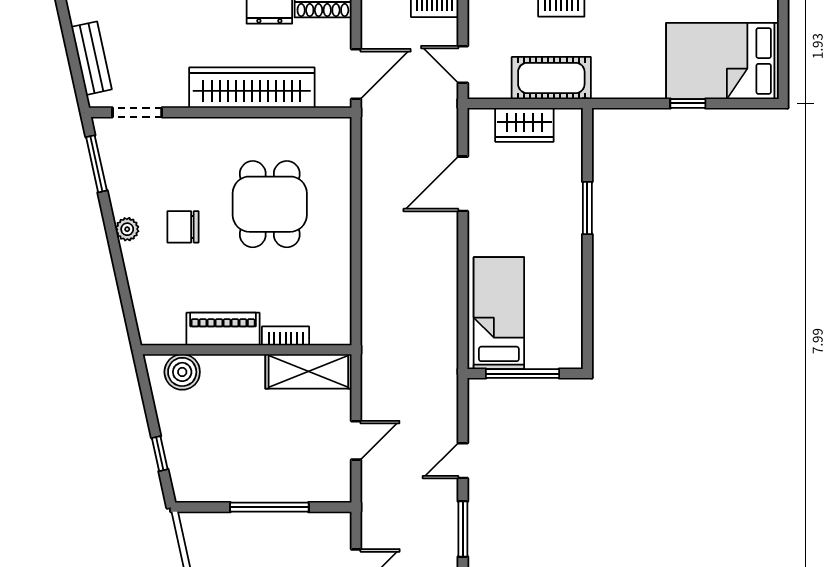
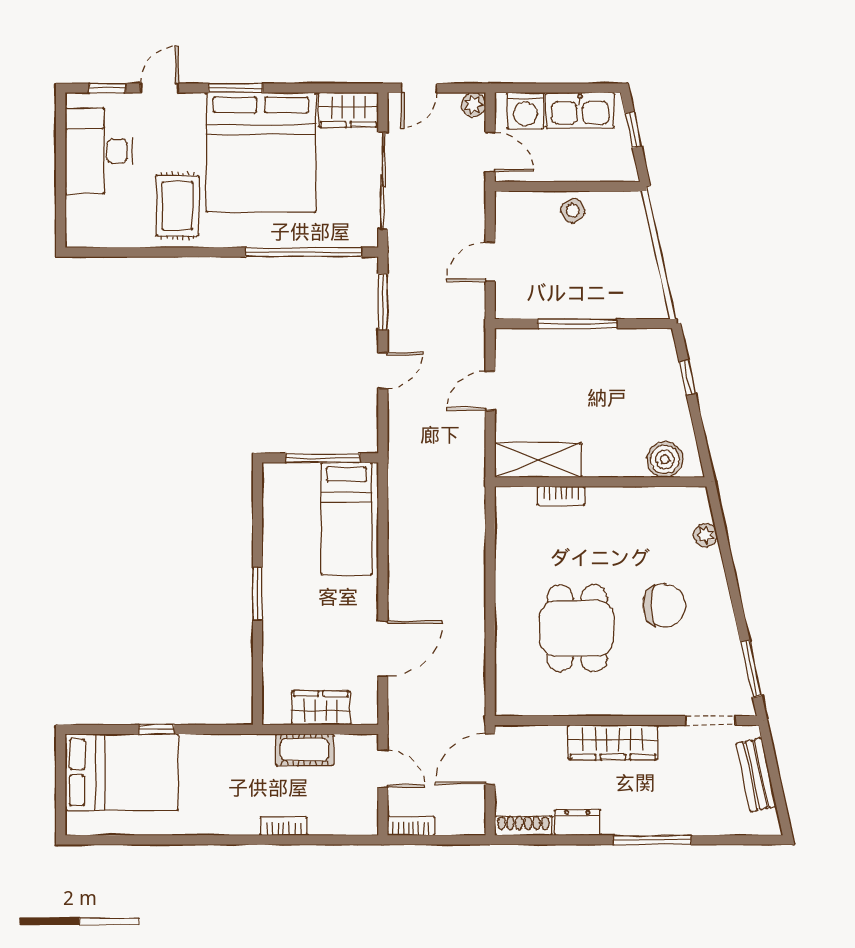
cot: (551, 78) -> (305, 750), width x0.73, depth x0.75
wardrobe: (252, 88) -> (613, 742), width x0.71, depth x0.85
window: (587, 208) -> (258, 594), moved
chair: (183, 227) -> (664, 605), width x1.37, depth x1.37
plant: (127, 229) -> (705, 535), moved
piano: (223, 329) -> (624, 503), removed

